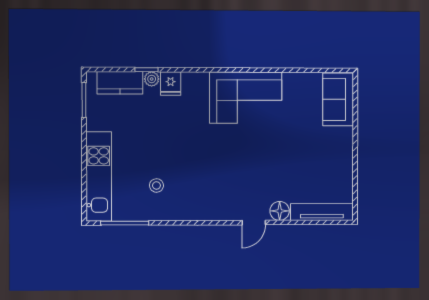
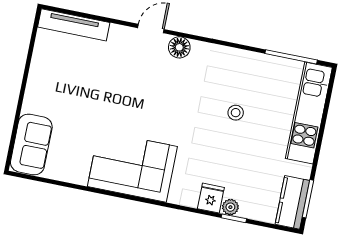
kitchen counter: (120, 83) -> (292, 202), moved, turned -90
stool: (156, 185) -> (236, 113), moved
floor lamp: (280, 211) -> (179, 47), moved

